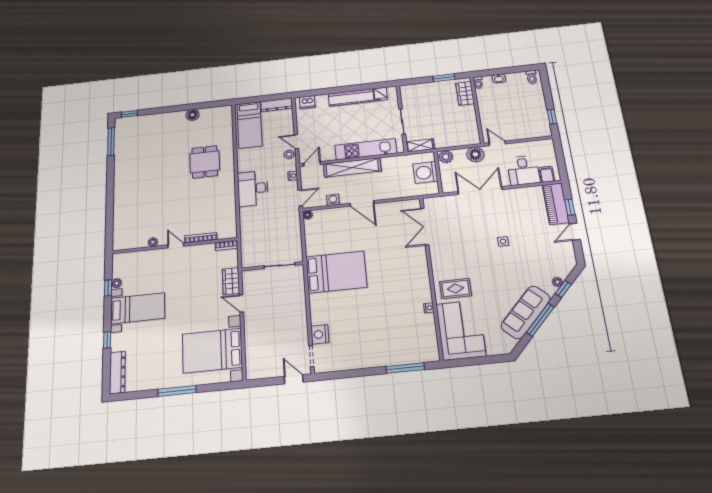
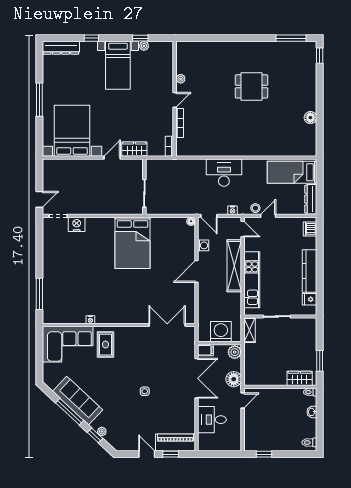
dining table: (205, 162) -> (252, 86), moved
filing cabinet: (547, 174) -> (205, 350), moved

